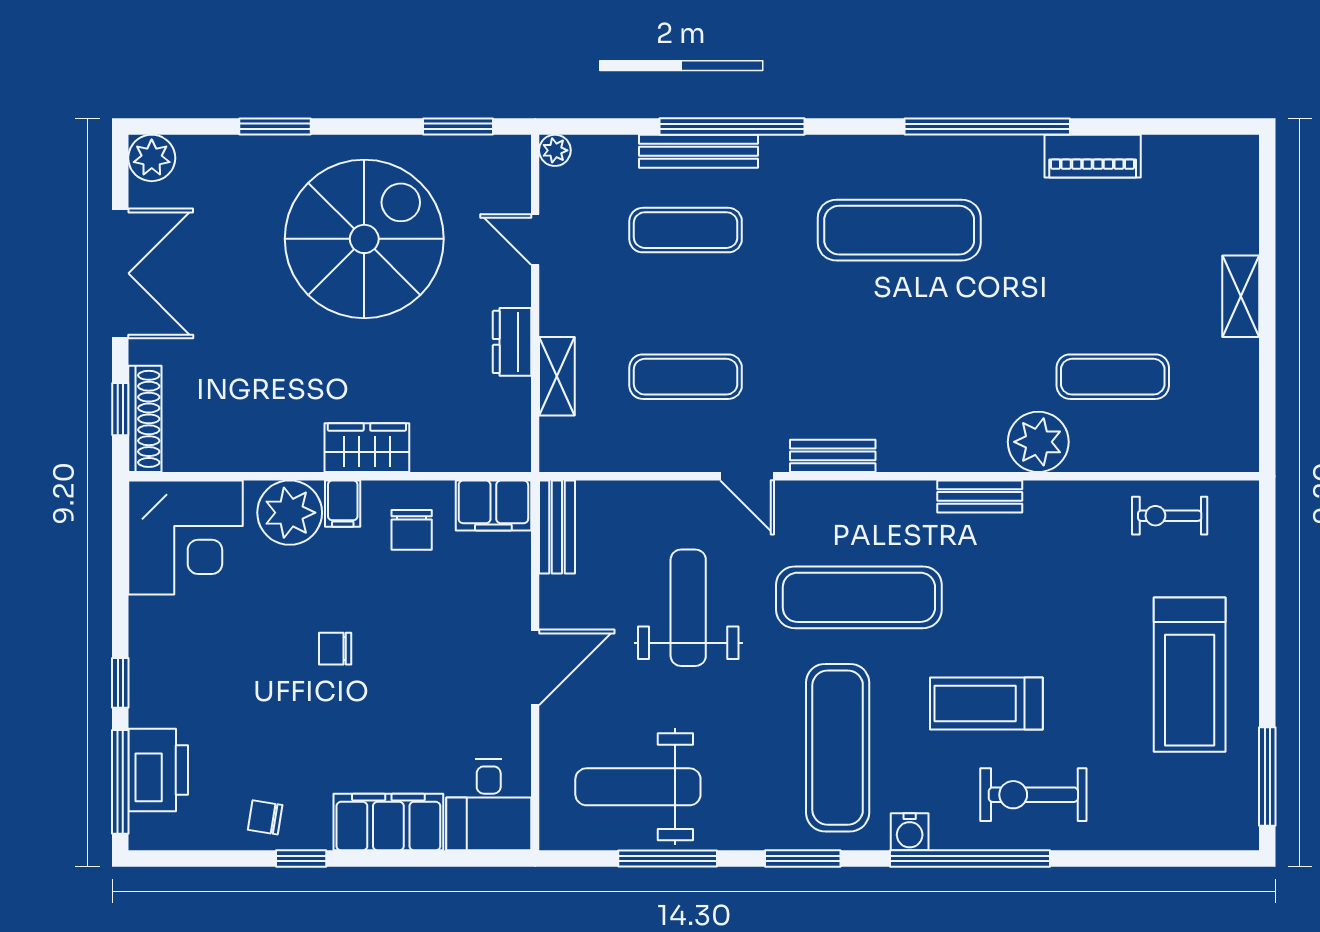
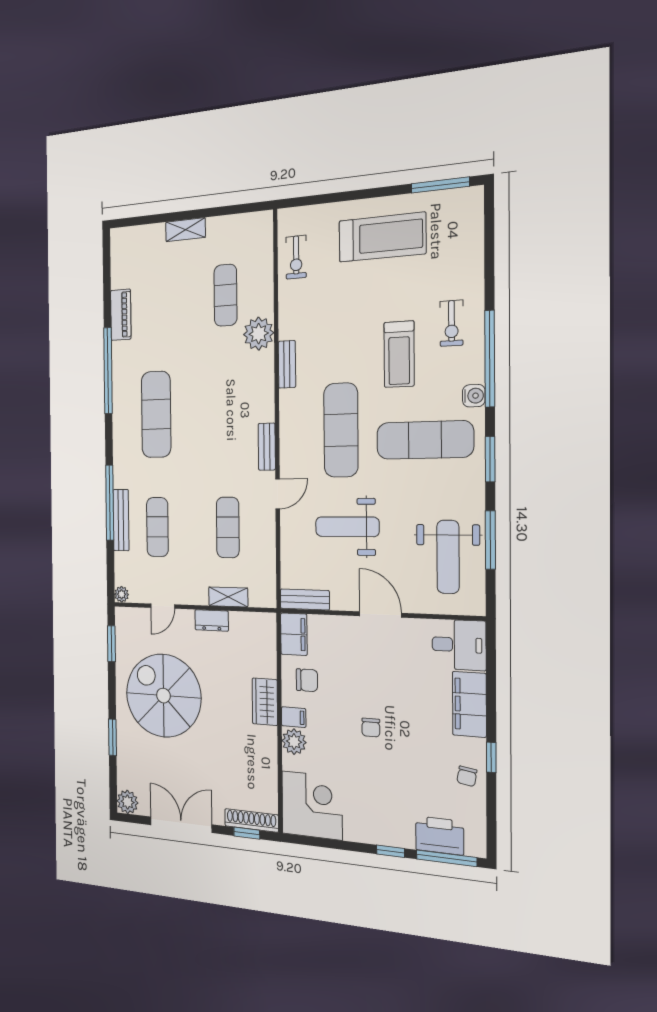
plant: (290, 513) -> (294, 742), width x0.73, depth x0.73
exercise bike: (1033, 795) -> (452, 323), width x0.73, depth x0.72

